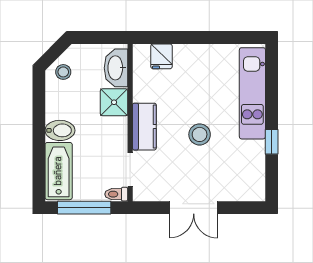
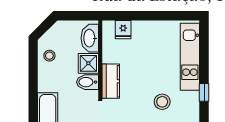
stool: (63, 72) -> (49, 56), moved
bidet: (60, 130) -> (87, 82), moved, turned 180
stool: (200, 134) -> (162, 102), moved

